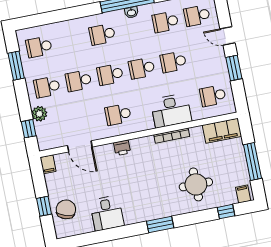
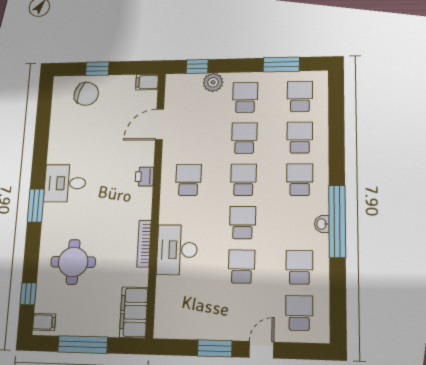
school desk: (213, 96) -> (300, 137), moved
desk: (107, 213) -> (65, 183), moved

